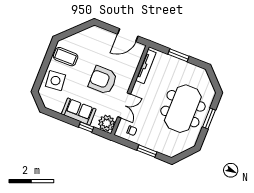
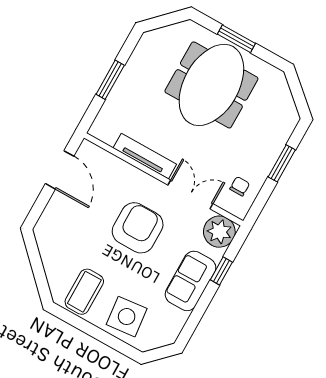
tv unit: (146, 67) -> (145, 156), moved
armchair: (103, 80) -> (138, 228), turned 180
meeting table: (183, 109) -> (211, 85), turned 90

